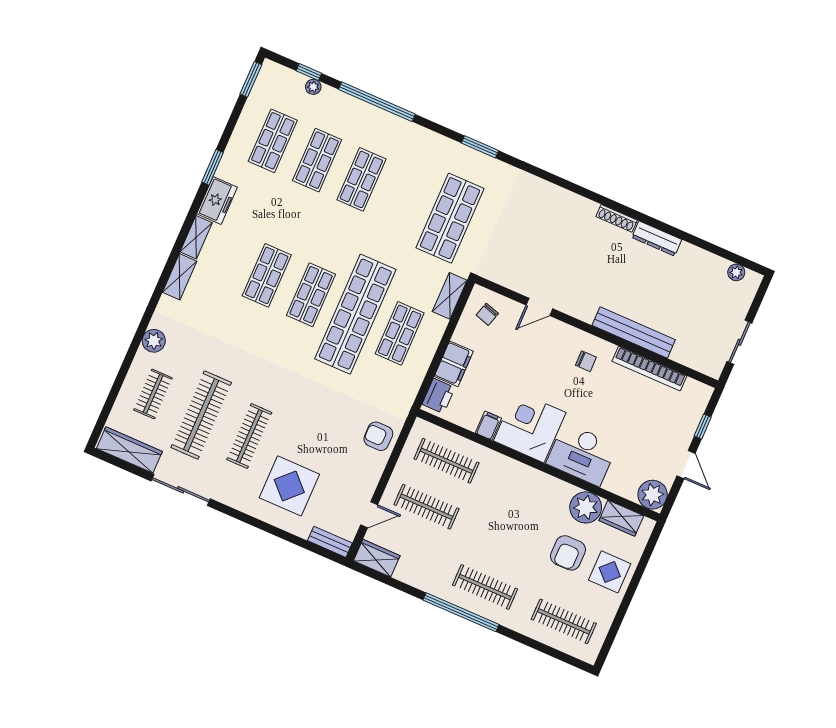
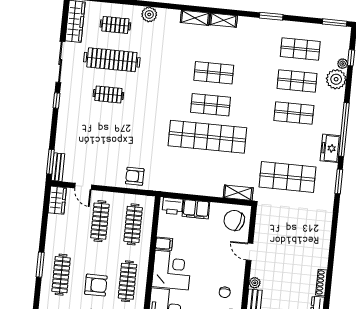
window: (377, 102) -> (344, 130), moved
plant: (333, 103) -> (336, 79), added
freezer: (217, 200) -> (330, 148), moved, turned 90
chair: (487, 314) -> (234, 220), width x1.87, depth x1.87
plant: (586, 314) -> (255, 283), added
shop shelf: (400, 333) -> (204, 169), removed
clothes rail: (249, 436) -> (108, 94), width x0.73
armchair: (378, 436) -> (135, 176), turned -90
display table: (289, 486) -> (85, 130), removed
clothes rail: (525, 495) -> (127, 281), added
window: (234, 513) -> (57, 101), added
armchair: (516, 542) -> (96, 285), added
window: (319, 550) -> (50, 162), added
window: (461, 612) -> (40, 265), width x0.47

